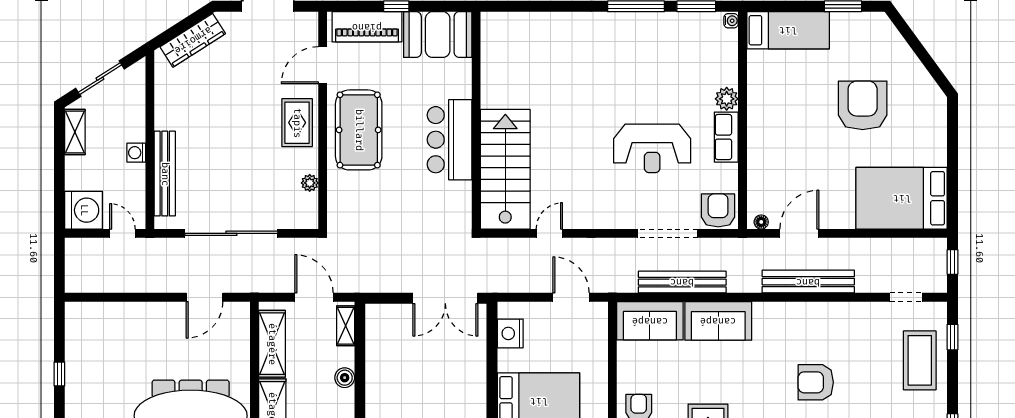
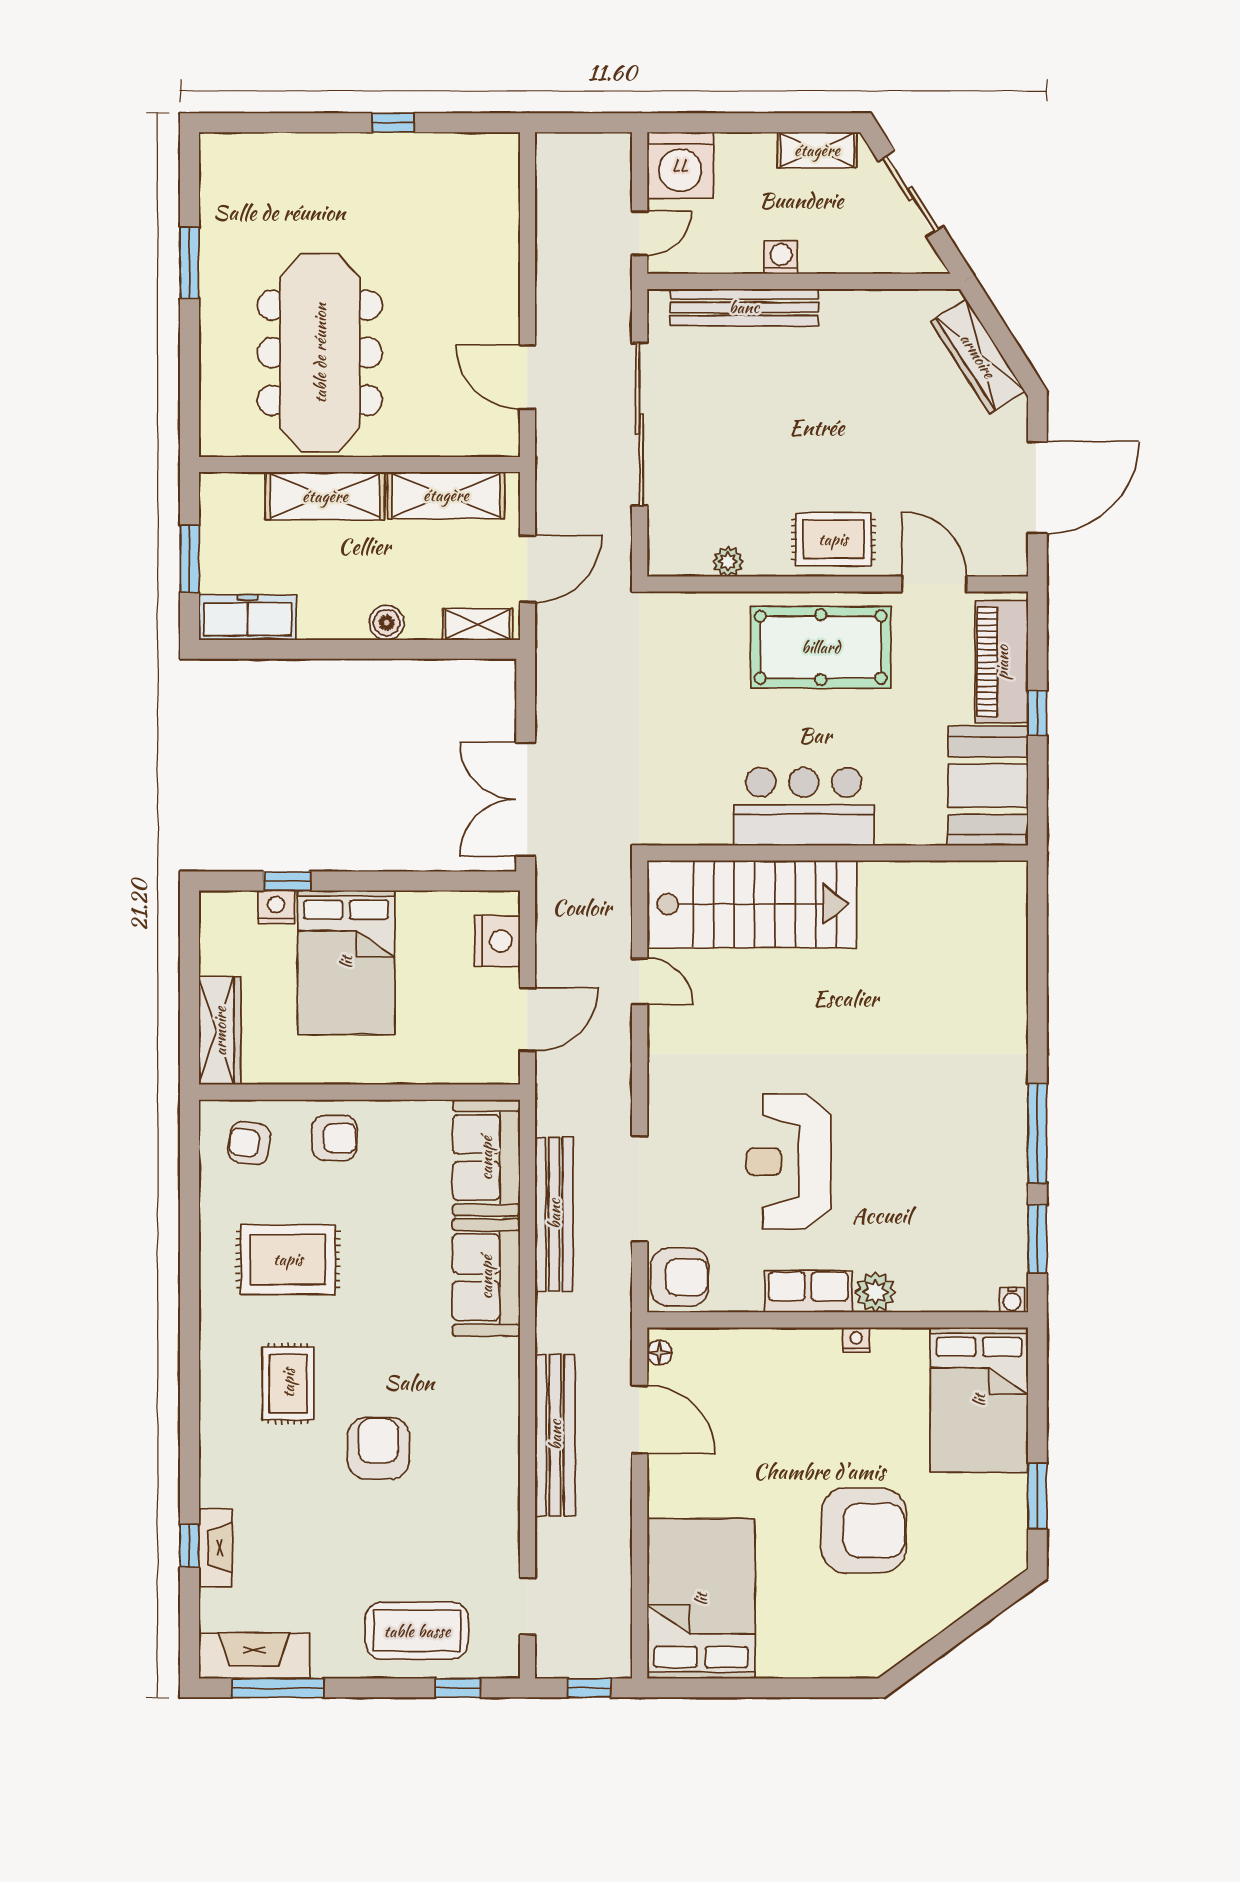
bed: (788, 30) -> (979, 1400), width x1.50
nightstand: (754, 110) -> (856, 1340), added
nightstand: (510, 333) -> (497, 941), moved, turned 90

